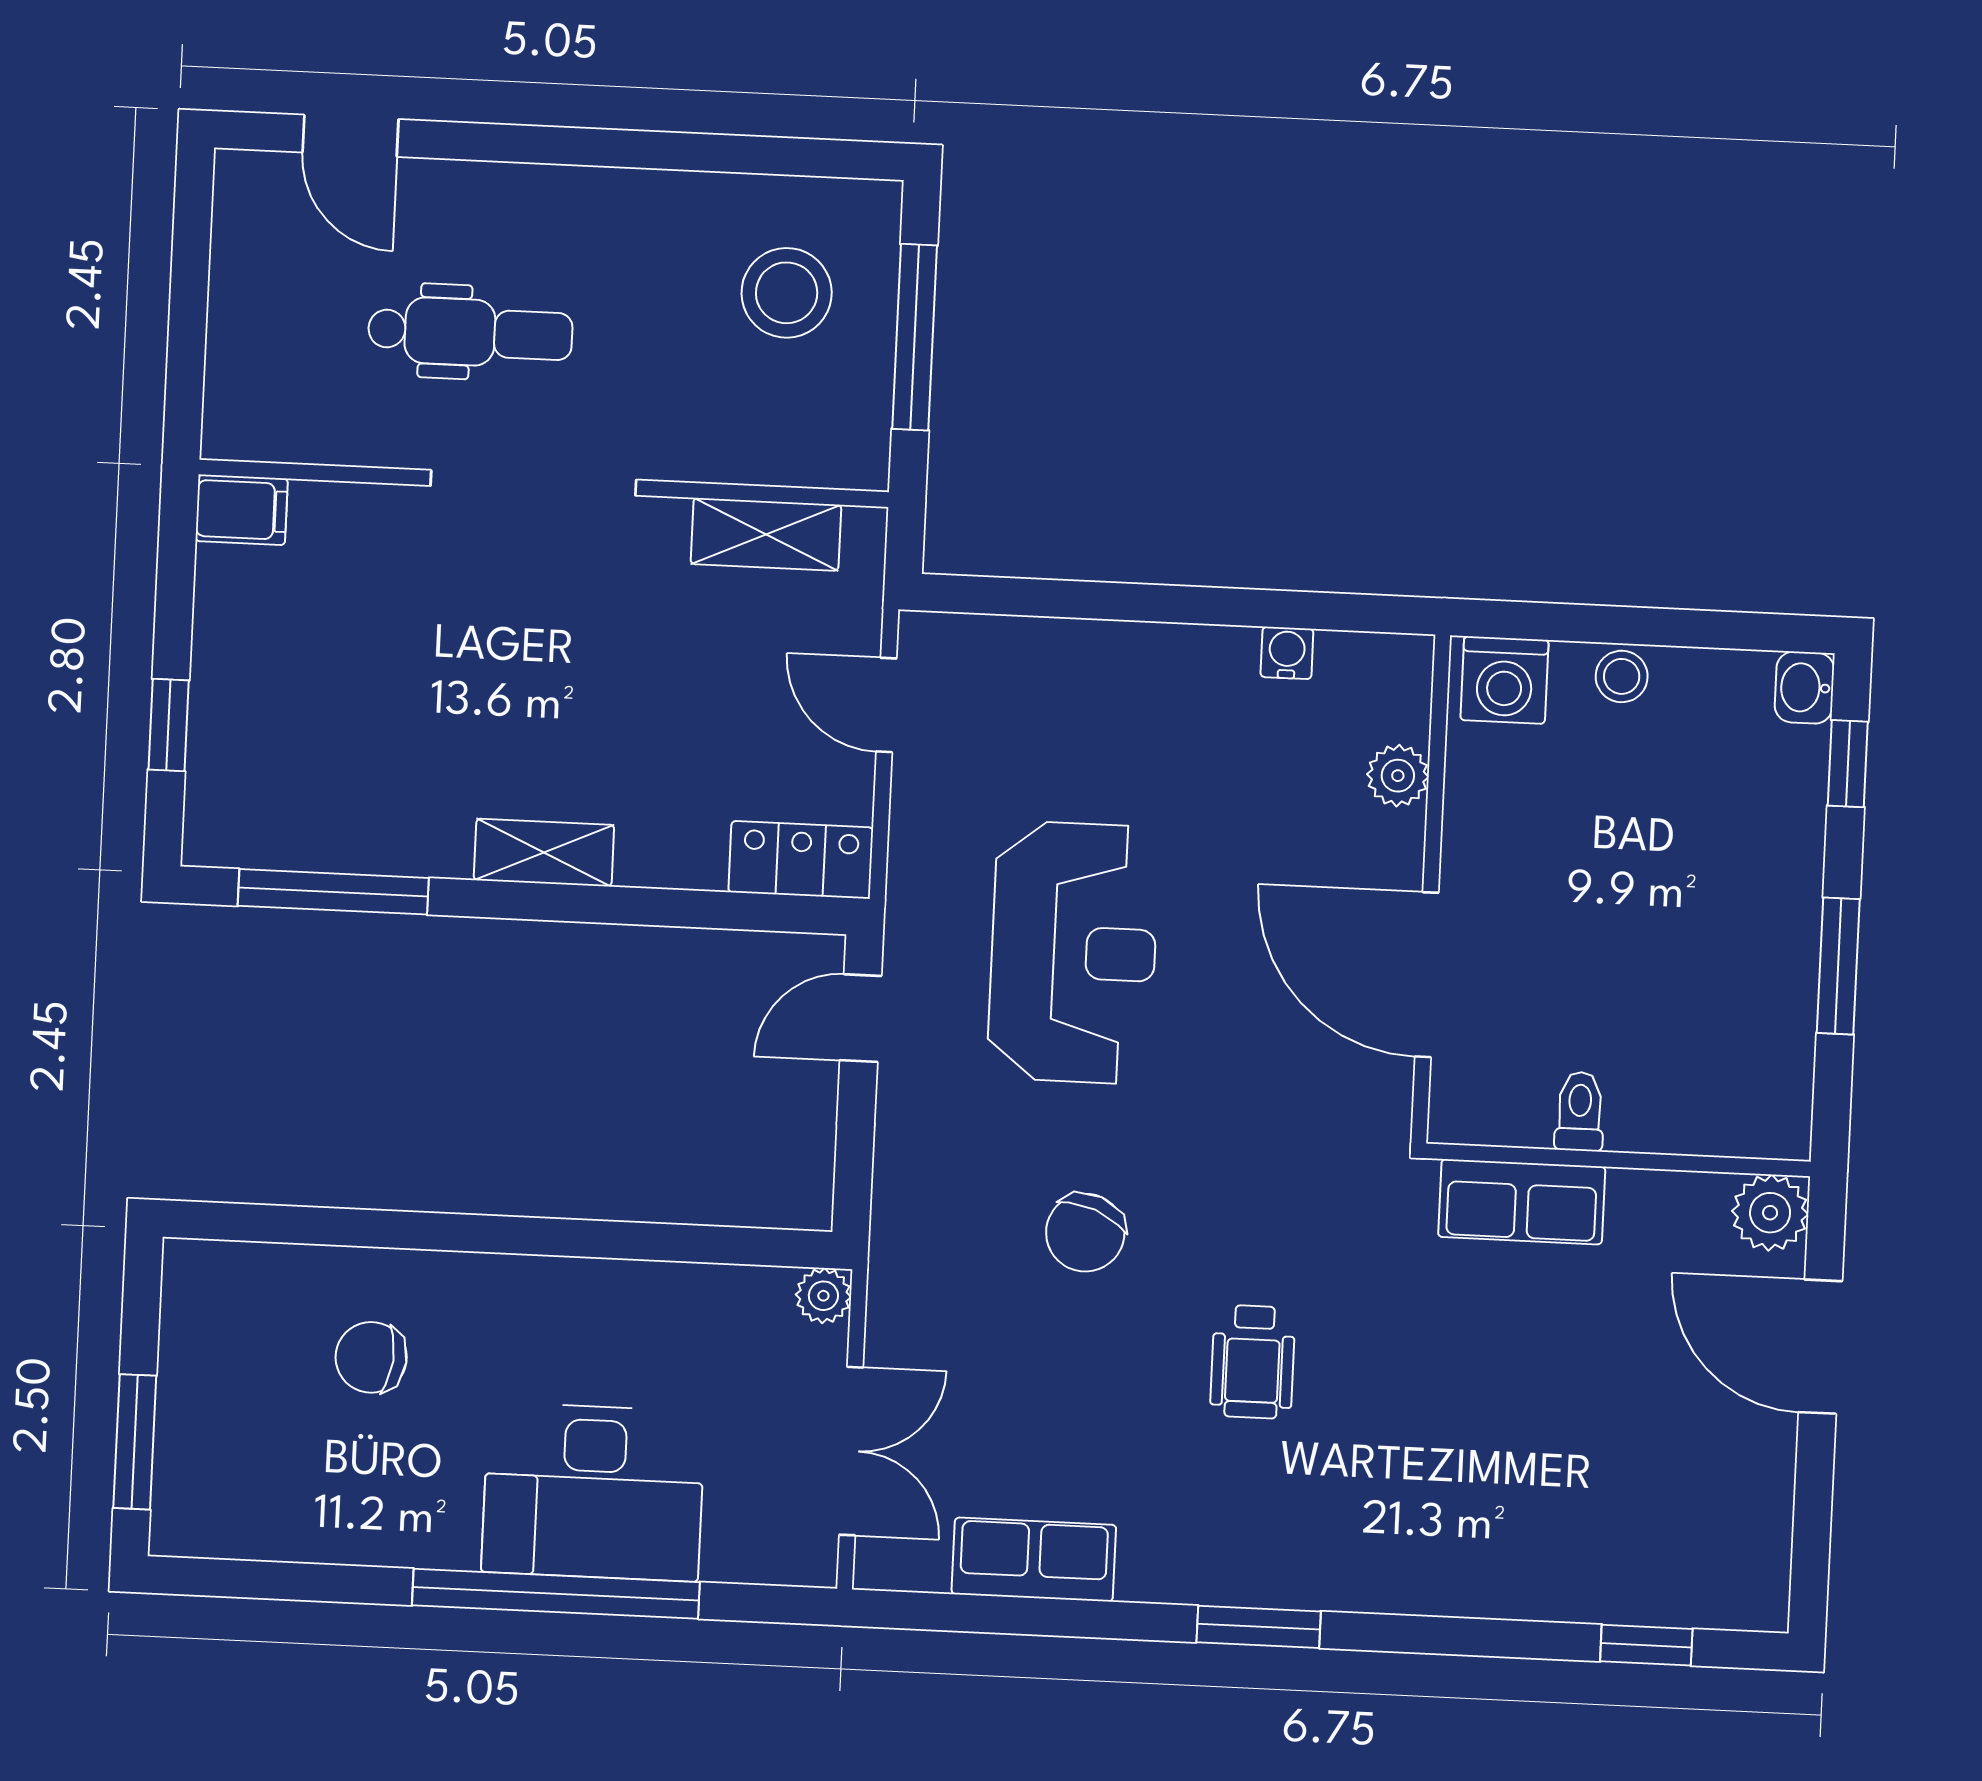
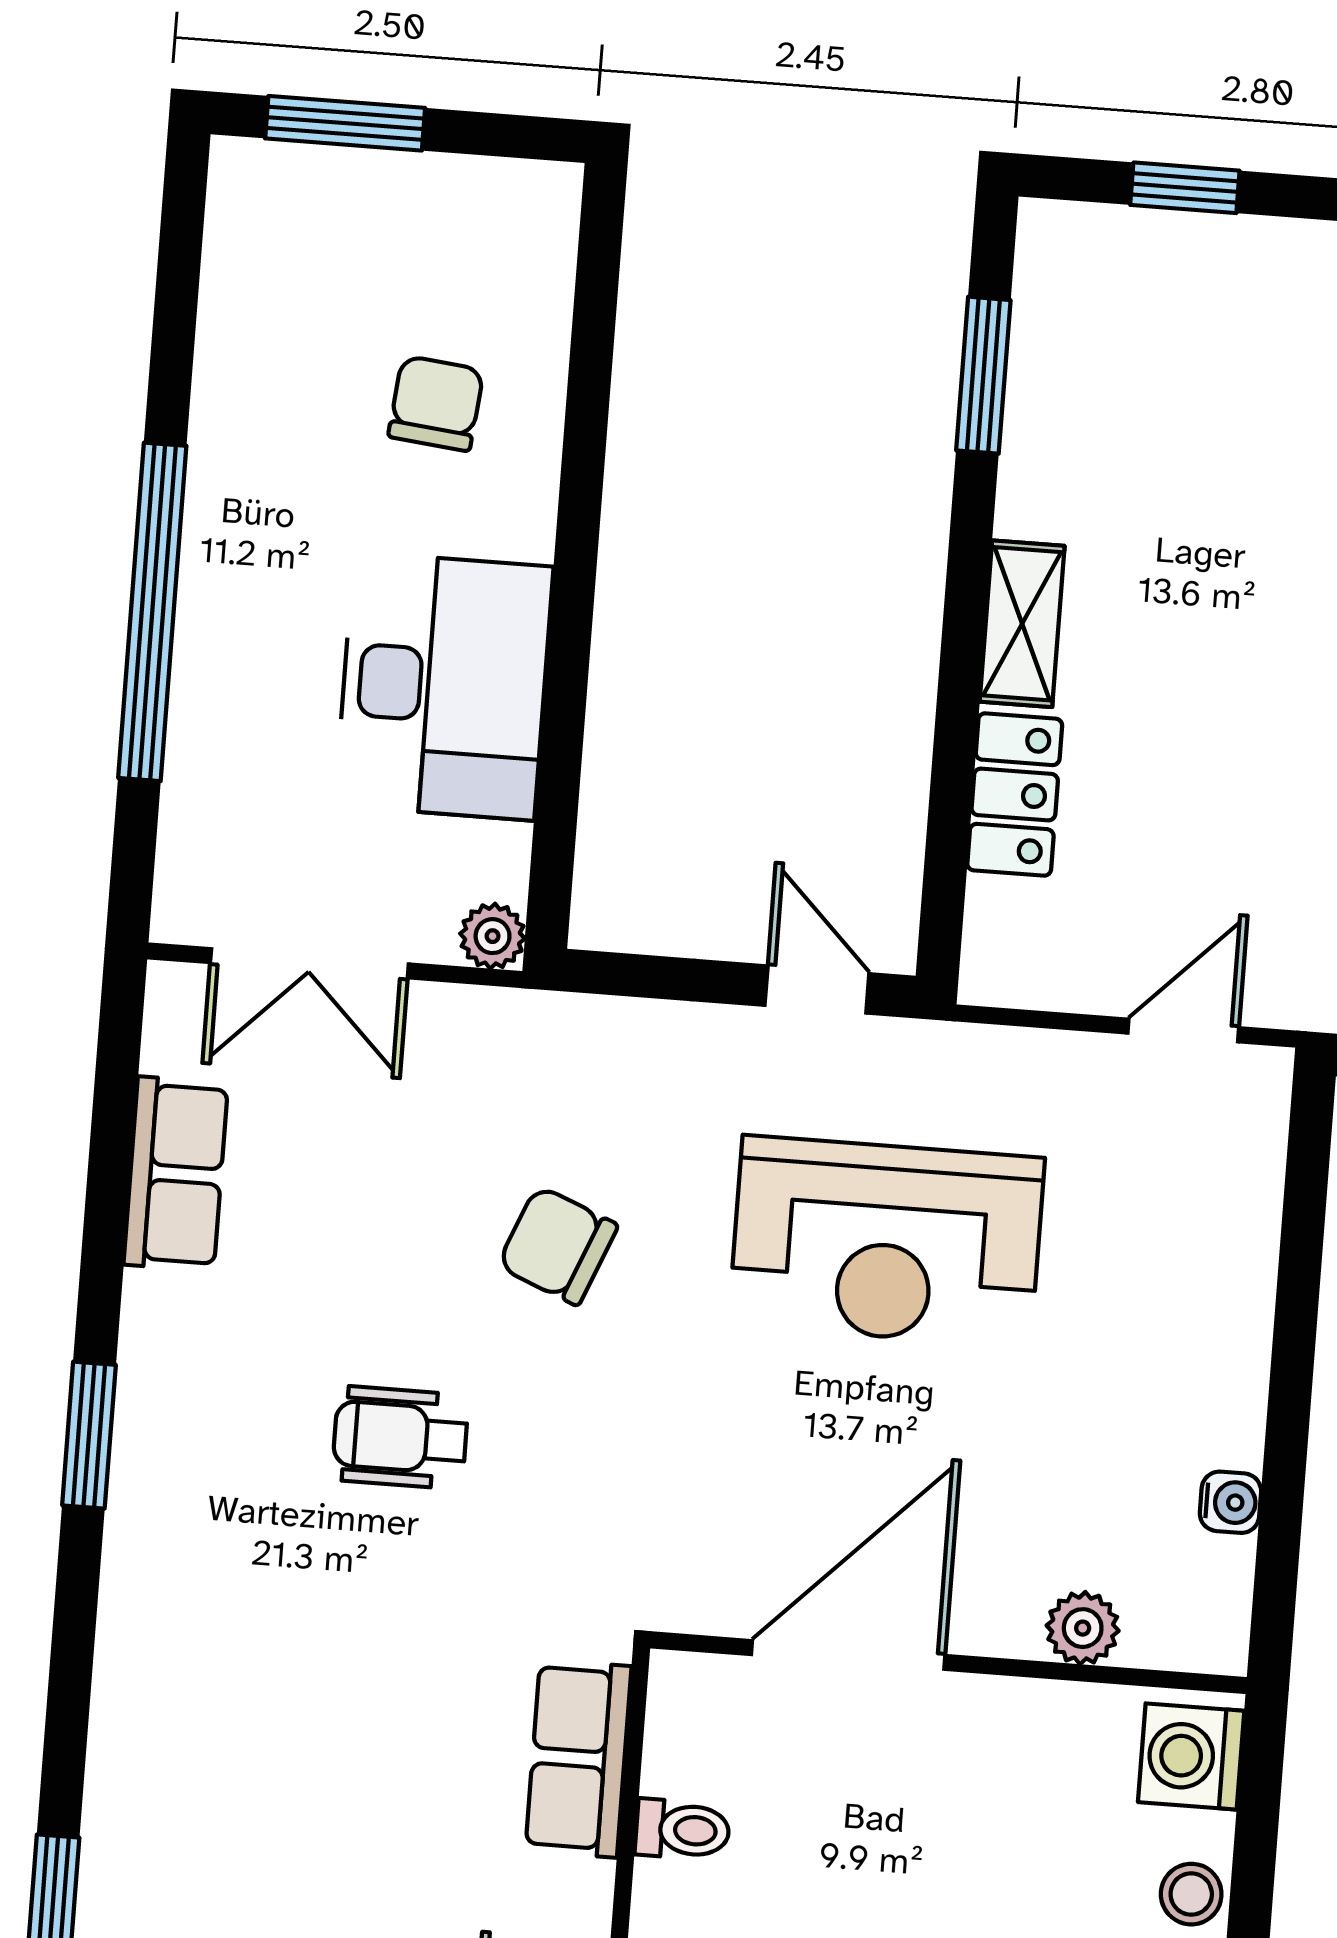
locker: (801, 860) -> (1015, 794), moved
window: (333, 892) -> (983, 375), width x0.69
desk: (593, 1492) -> (444, 686), moved, turned 180

